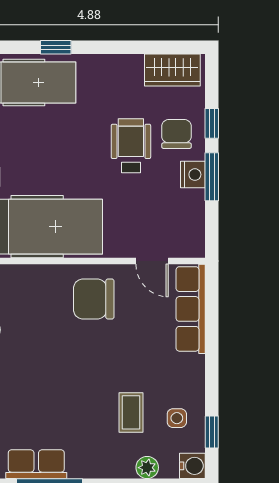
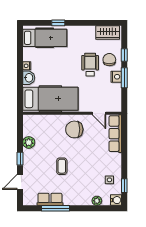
coffee table: (131, 412) -> (62, 166), moved

